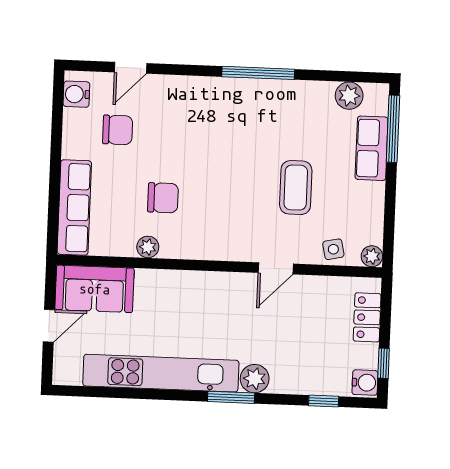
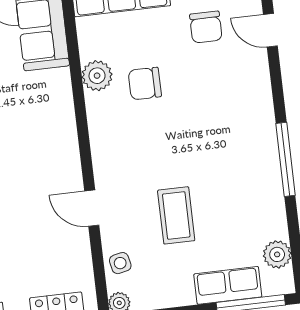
coffee table: (296, 188) -> (176, 215), turned 90
chair: (163, 198) -> (145, 84), turned 90
plant: (148, 247) -> (97, 76), width x1.38, depth x1.38

